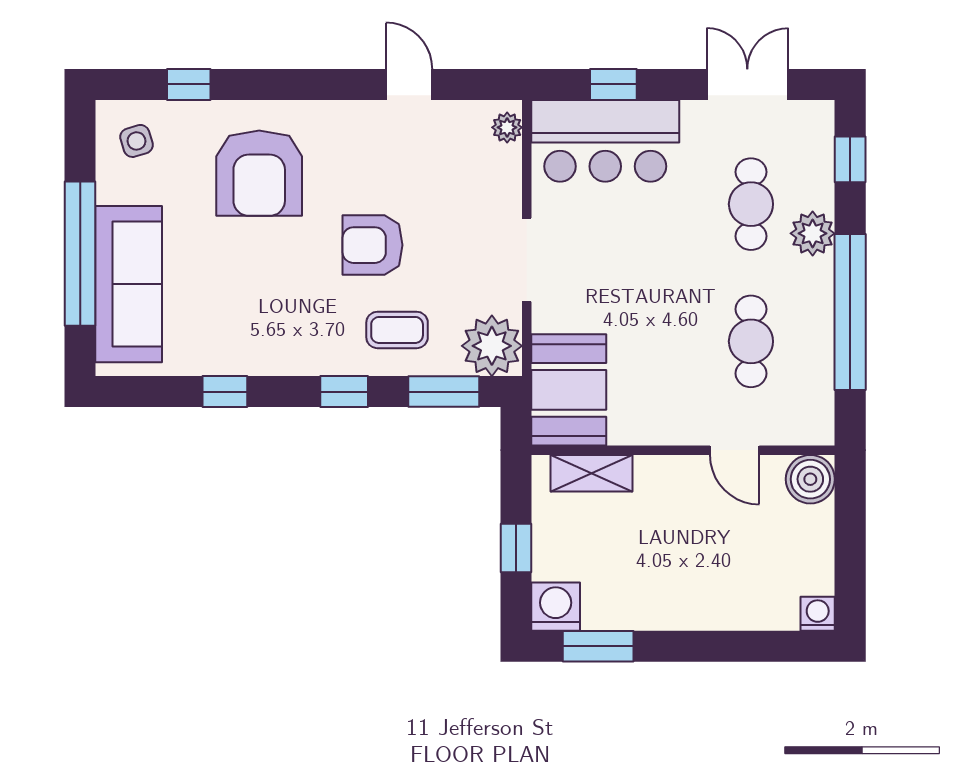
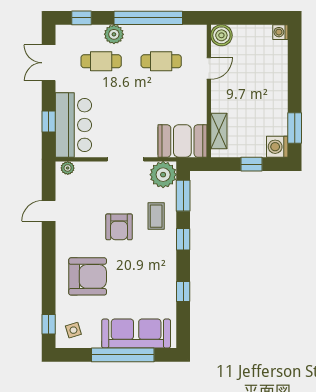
window: (189, 84) -> (49, 324), moved

